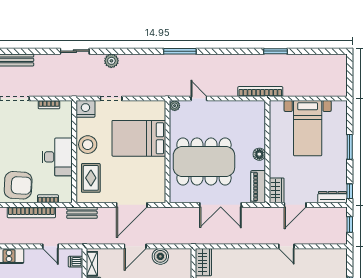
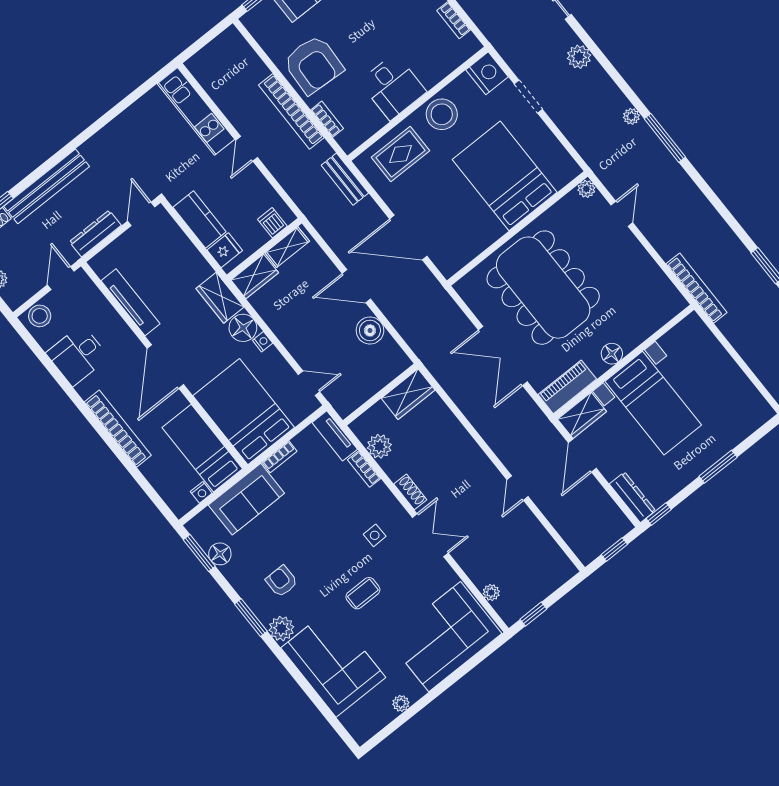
plant: (158, 59) -> (631, 116), added
bed with nightstands: (308, 128) -> (653, 403), moved, turned -90
desk: (57, 157) -> (393, 87), width x0.73
door: (295, 205) -> (582, 456), hinge flipped
door: (50, 246) -> (247, 149), moved

